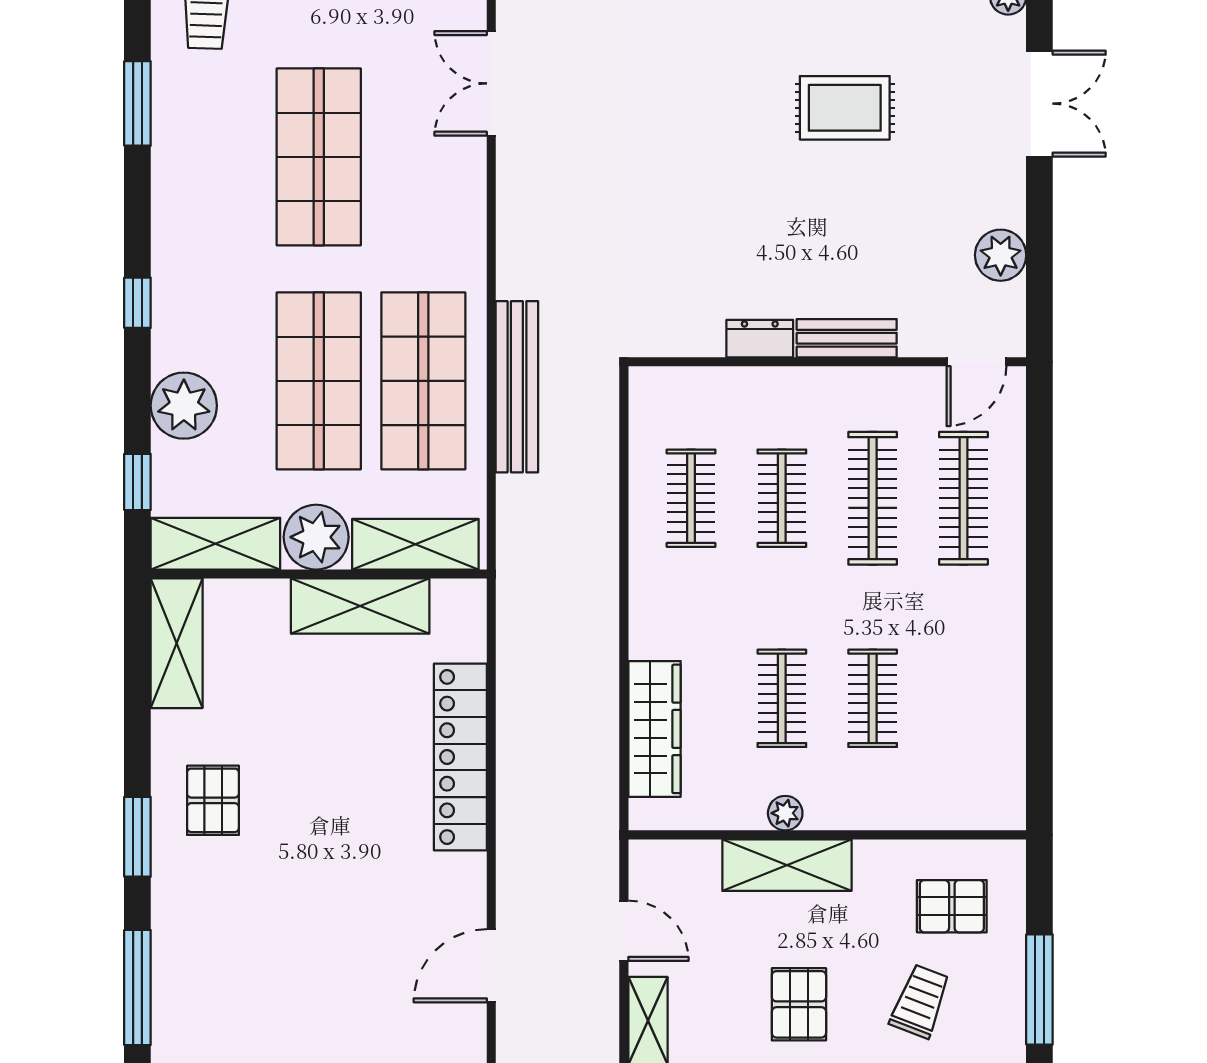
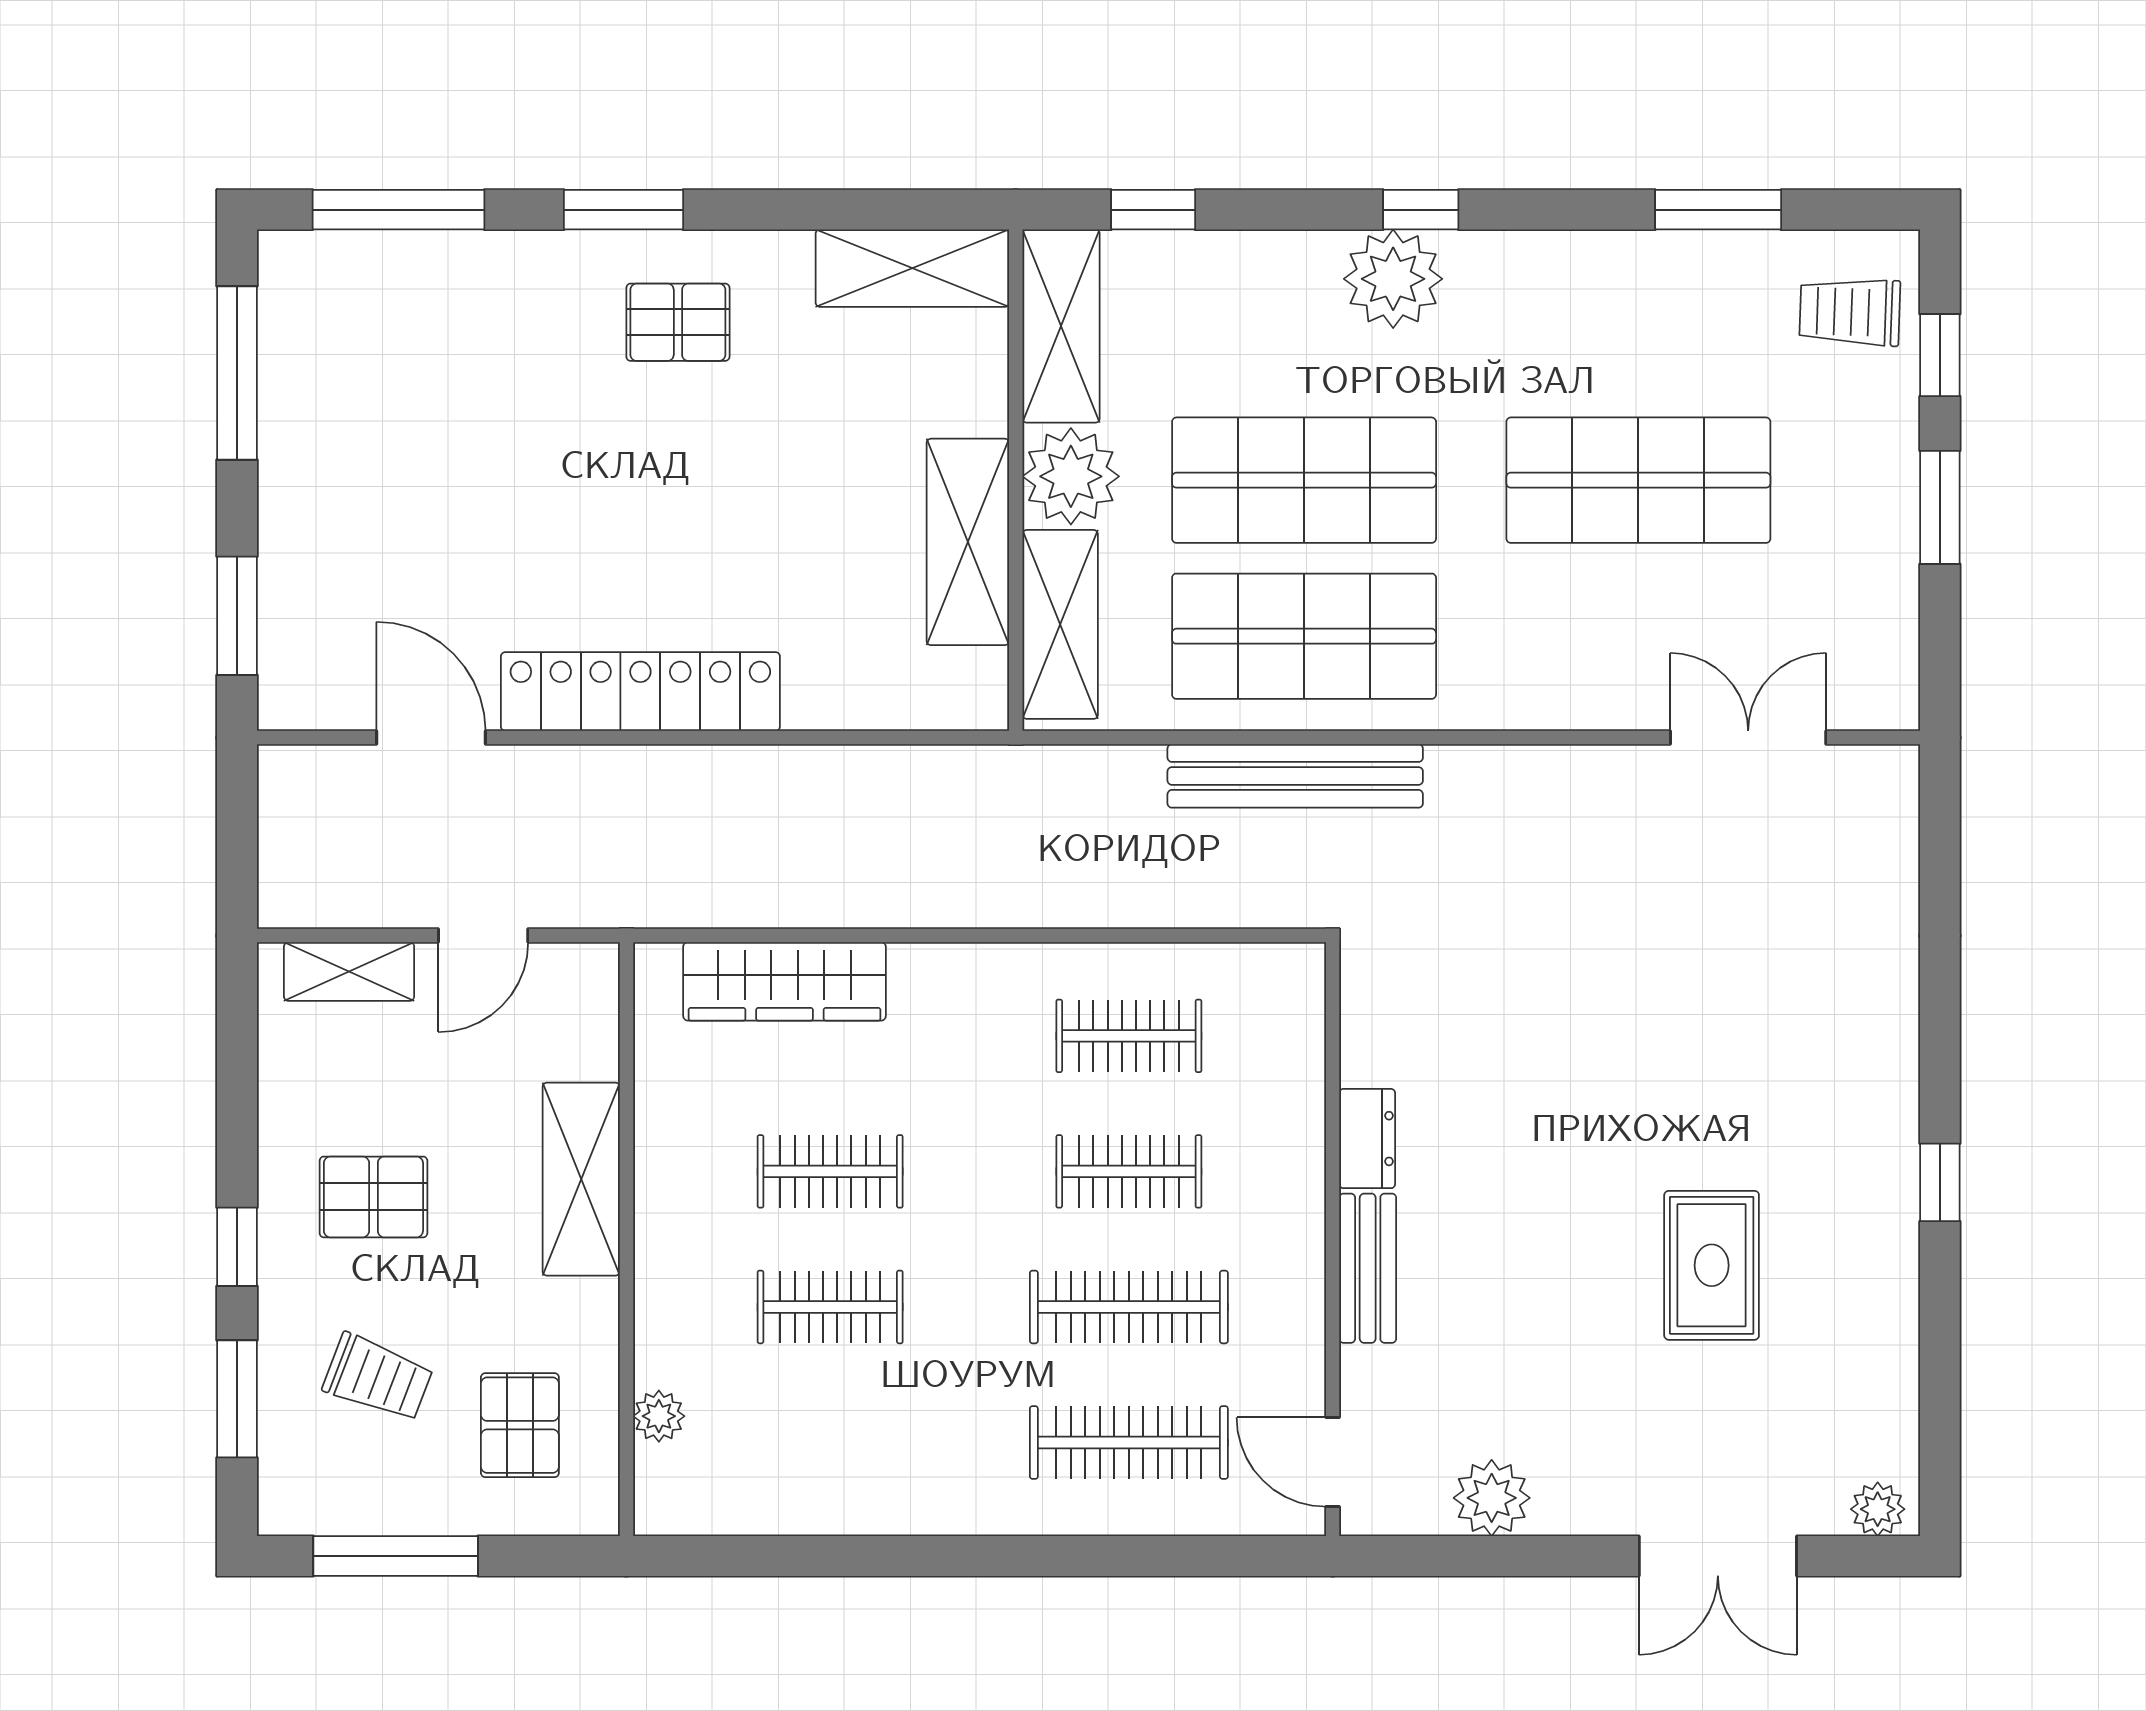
plant: (184, 406) -> (1393, 279), moved
locker: (460, 757) -> (640, 692), moved
plant: (785, 813) -> (659, 1416), moved

